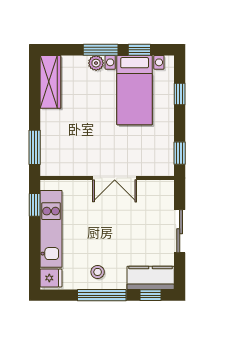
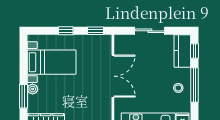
window: (101, 50) -> (23, 96), moved
window: (139, 50) -> (23, 59), removed
window: (180, 94) -> (66, 31), moved
double door: (115, 178) -> (113, 76), width x1.37

